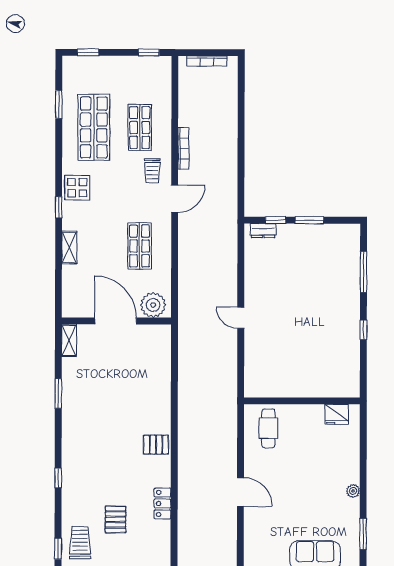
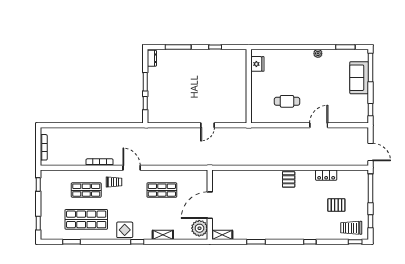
dresser: (263, 231) -> (152, 58), moved
plant: (153, 305) -> (199, 228), moved
wall: (302, 401) -> (249, 86), moved
fridge: (337, 414) -> (257, 64), moved
cafe table: (268, 428) -> (287, 101), moved

